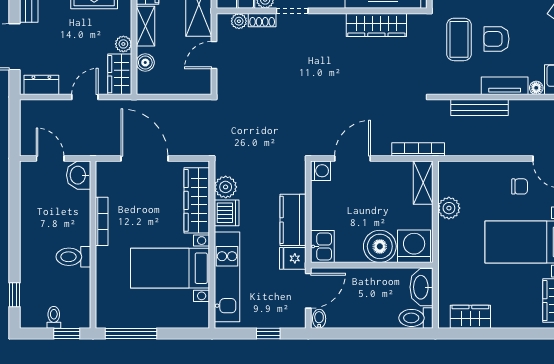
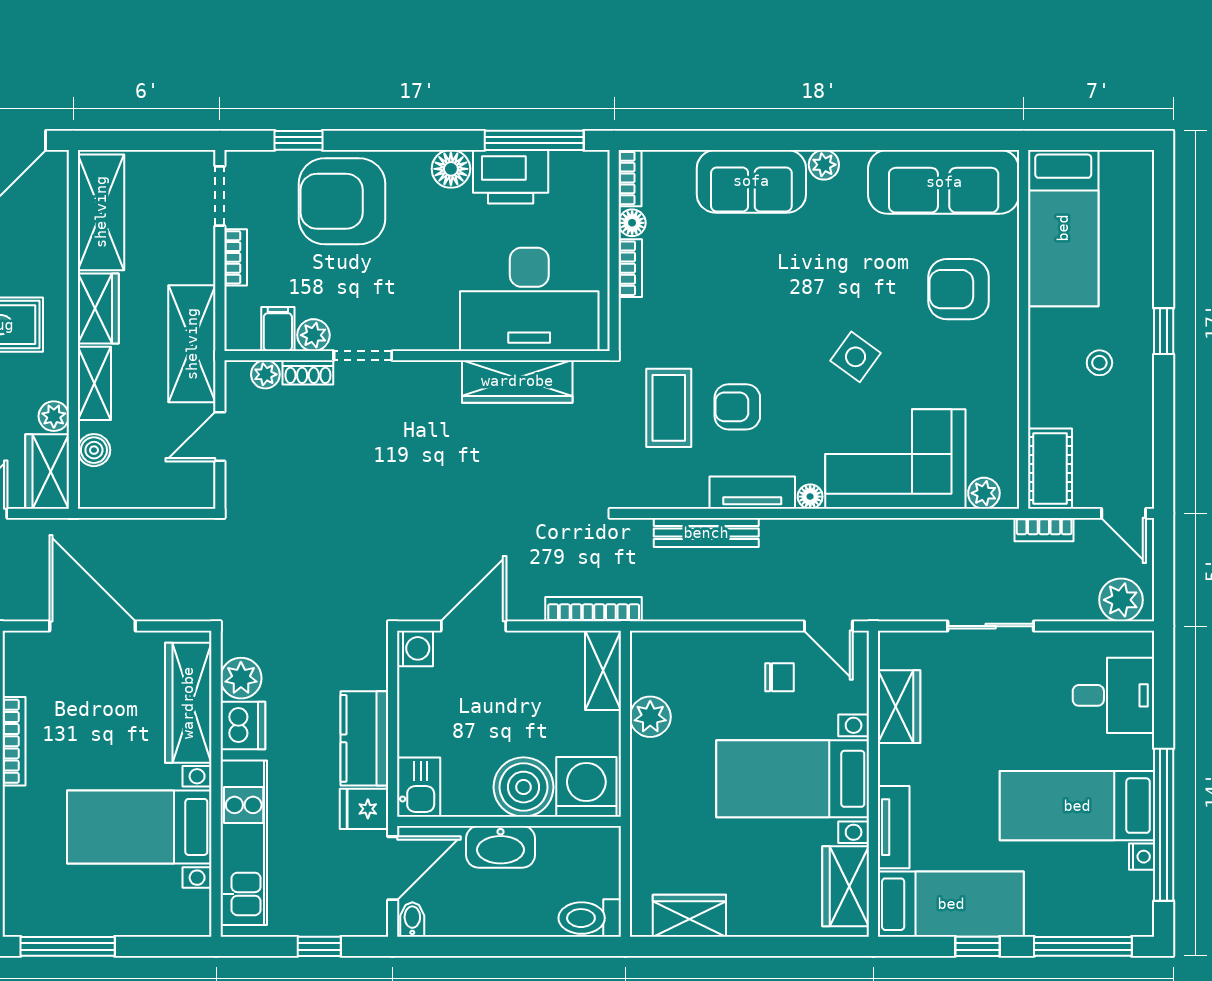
washbasin: (421, 287) -> (501, 847), moved, turned -90

